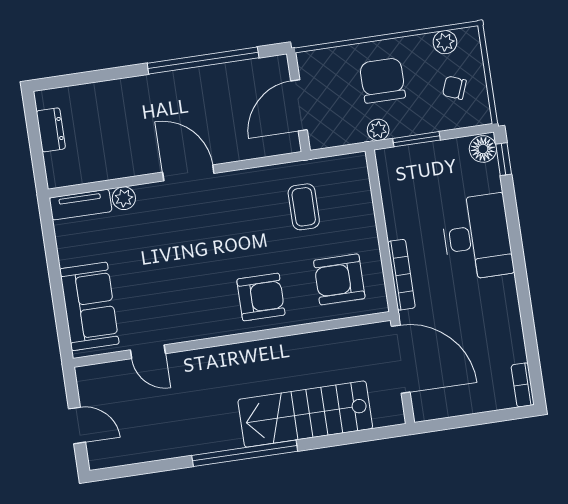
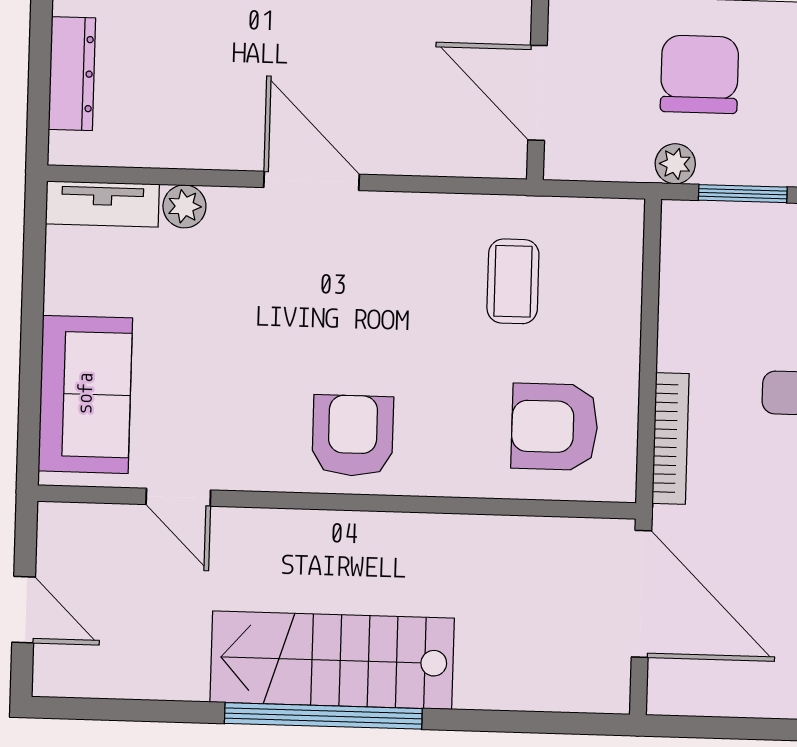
door: (299, 105) -> (537, 93), hinge flipped
dresser: (51, 130) -> (72, 74), width x1.44
armchair: (261, 297) -> (353, 436), moved, turned -90
stairs: (305, 414) -> (332, 660), moved

